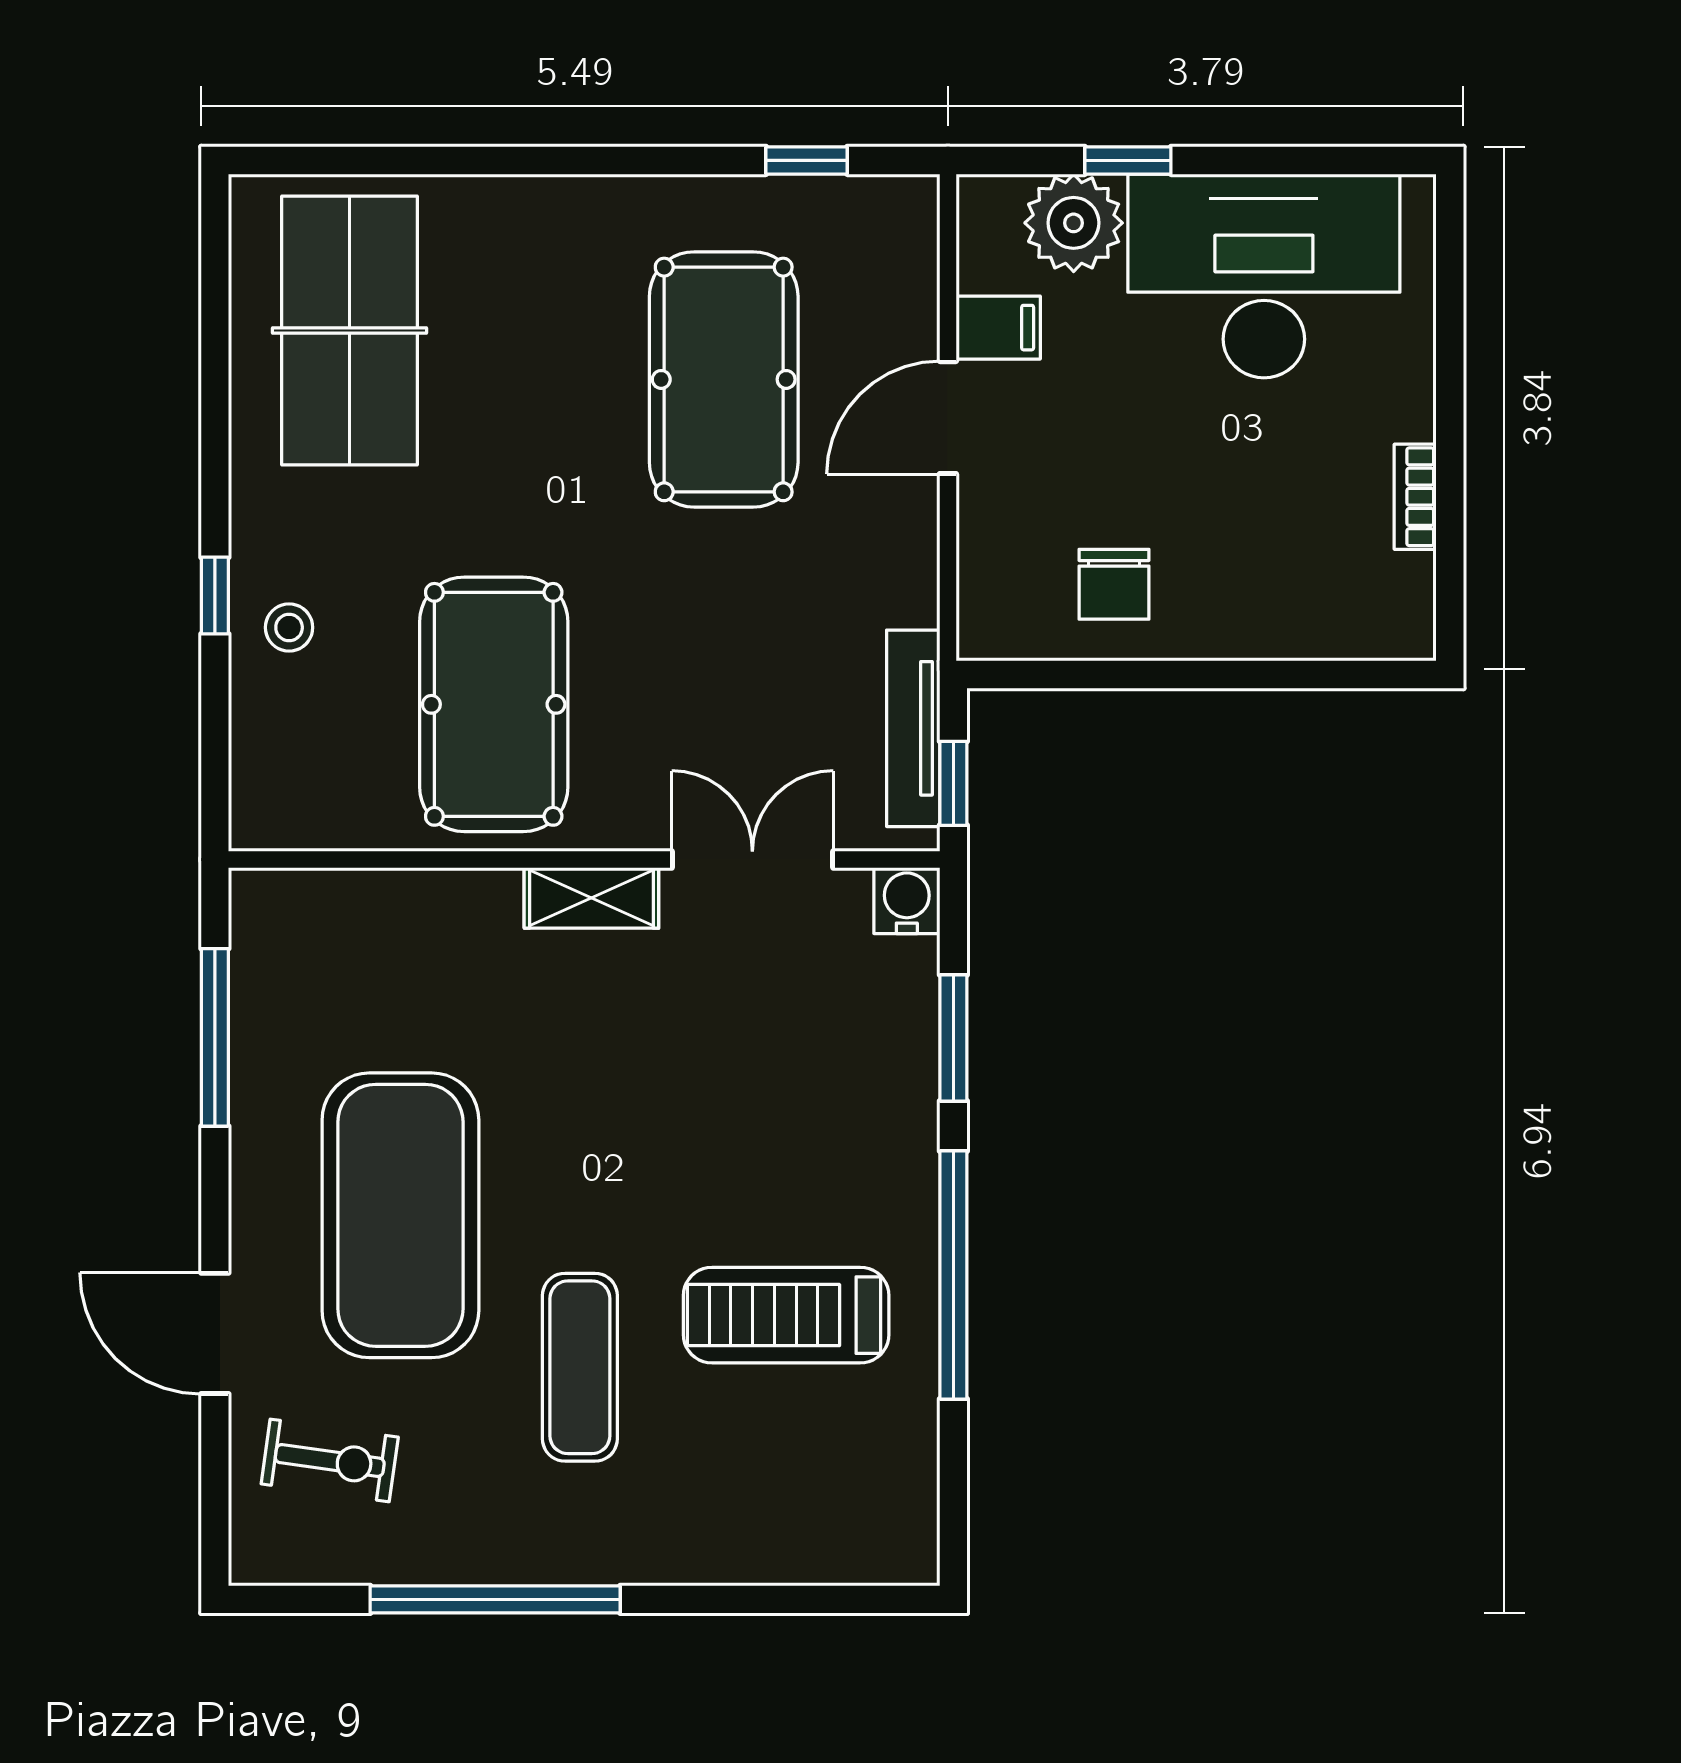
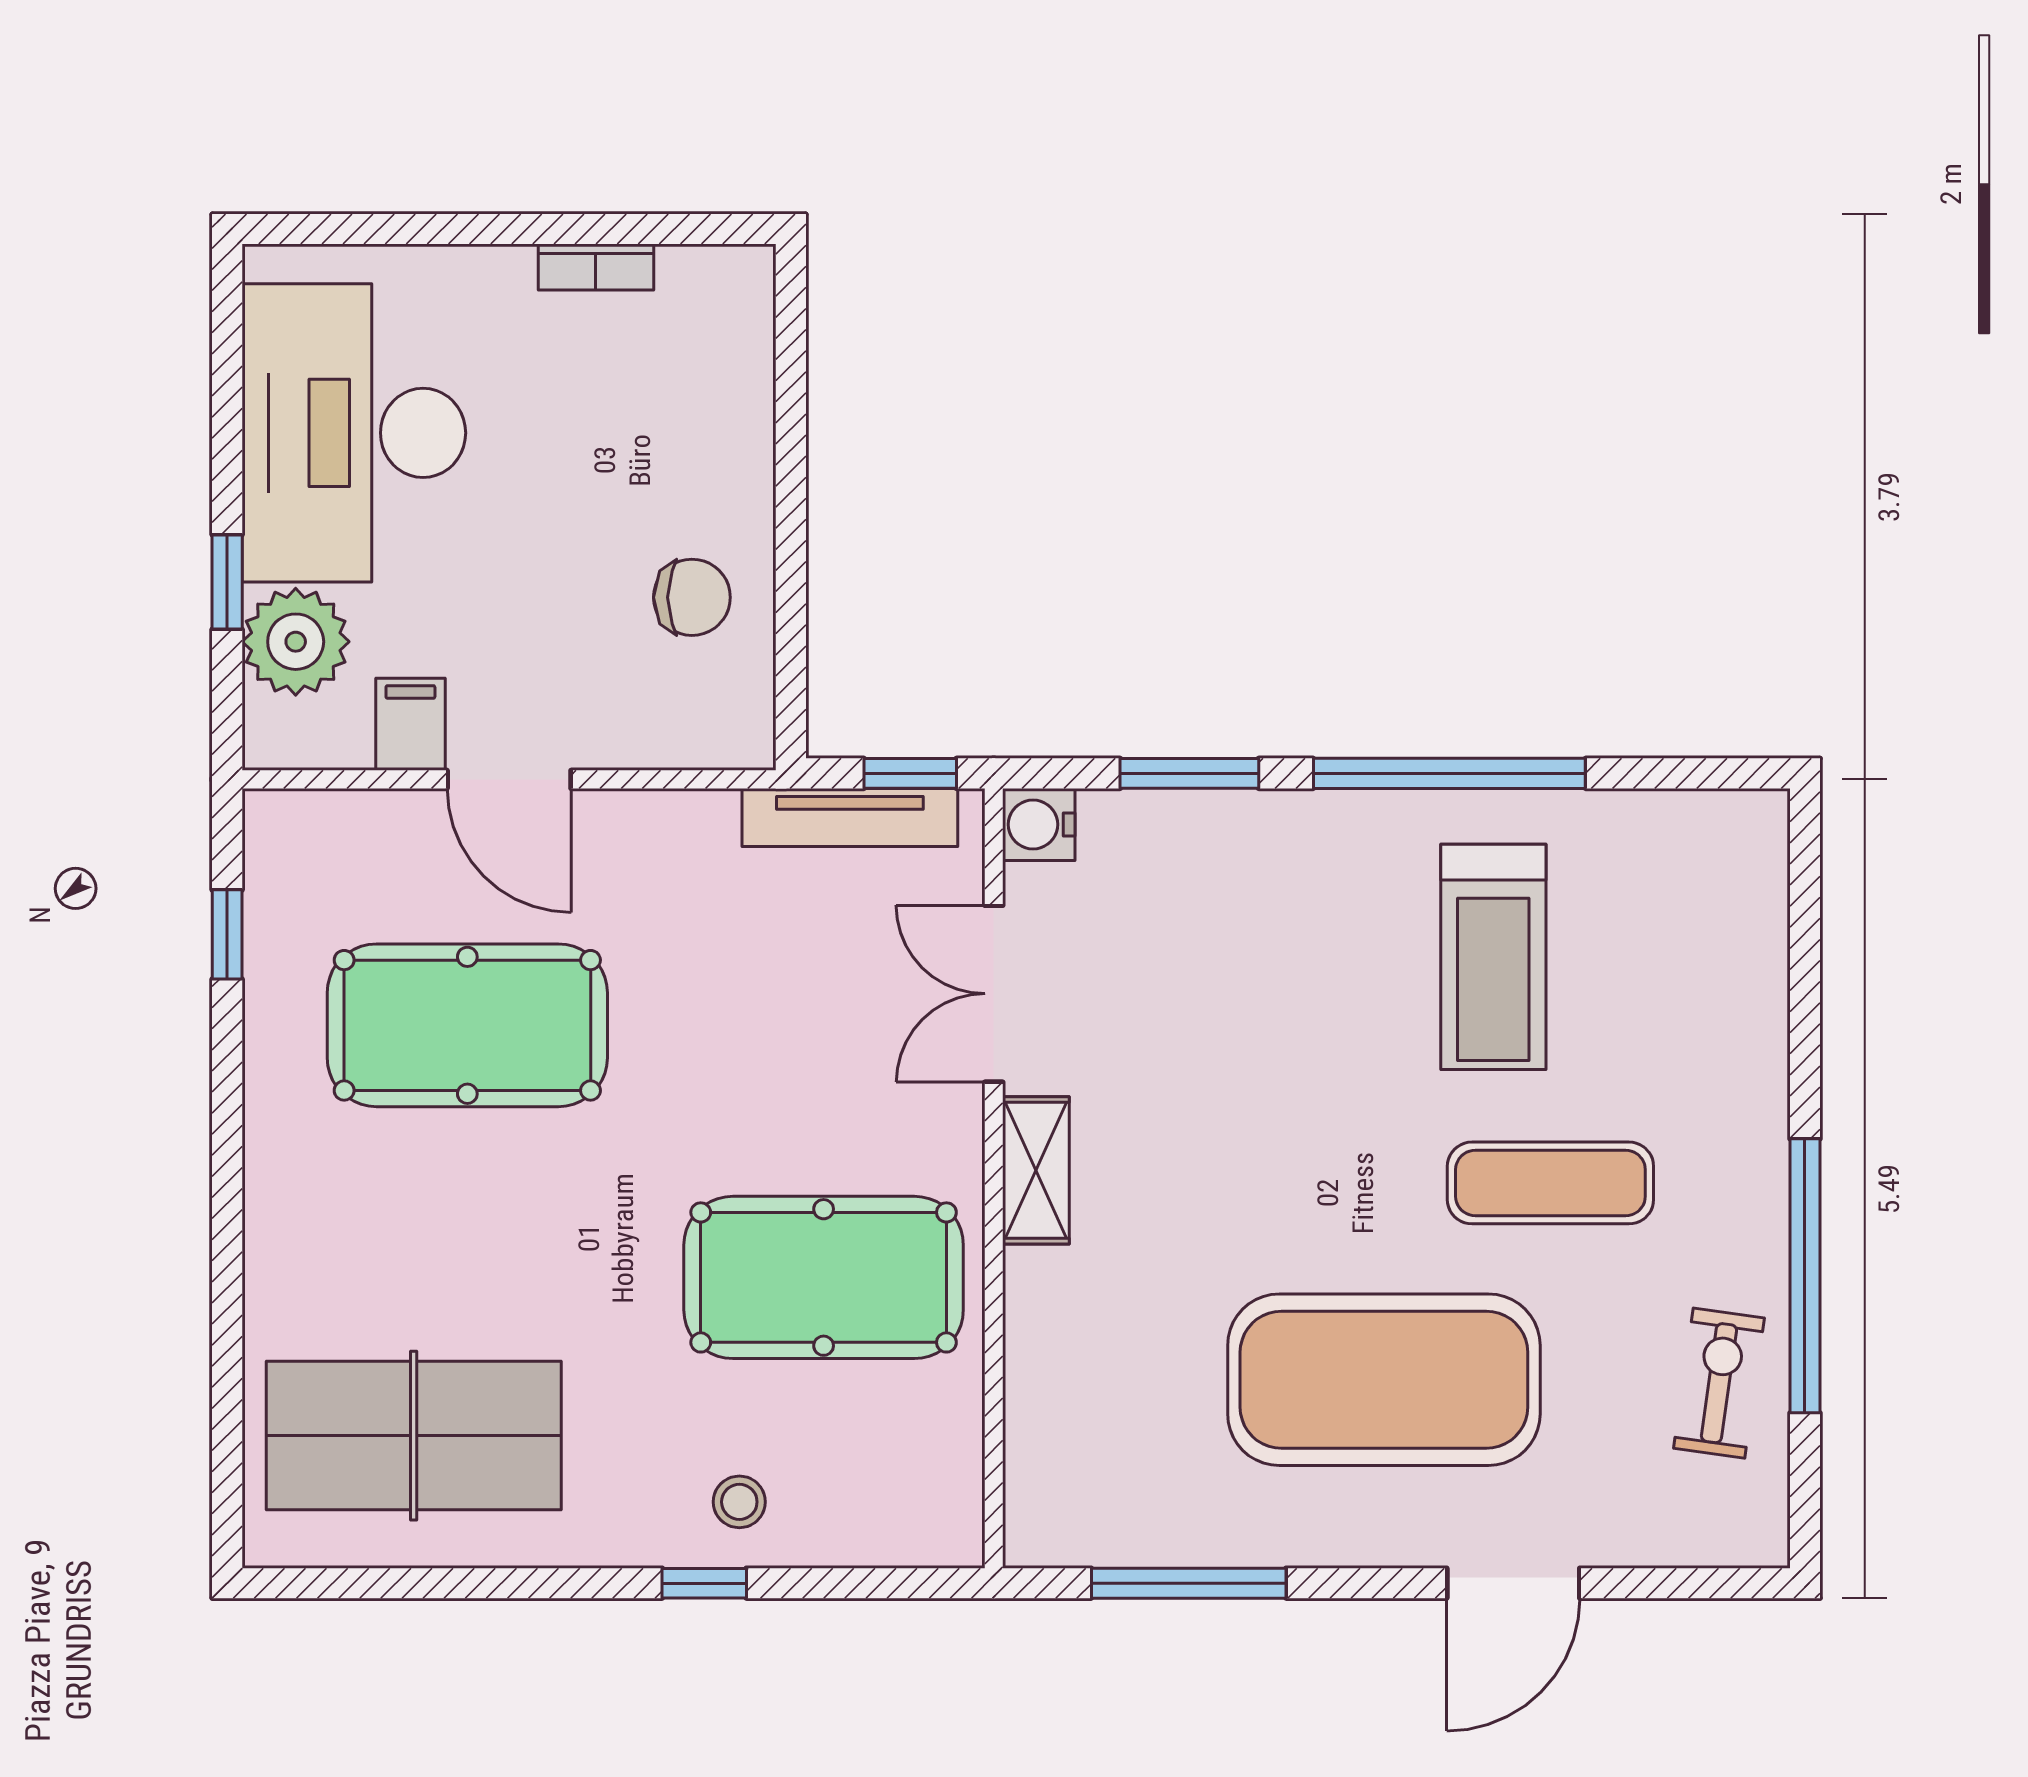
exercise bike: (330, 1460) -> (1719, 1383), moved

